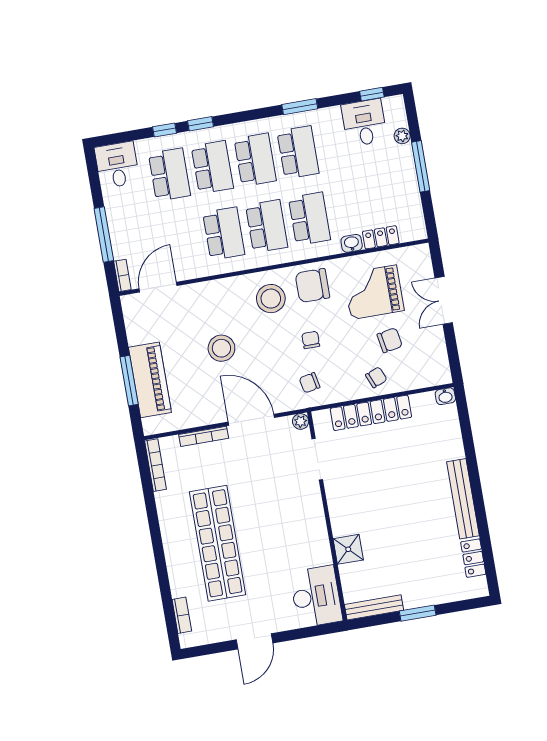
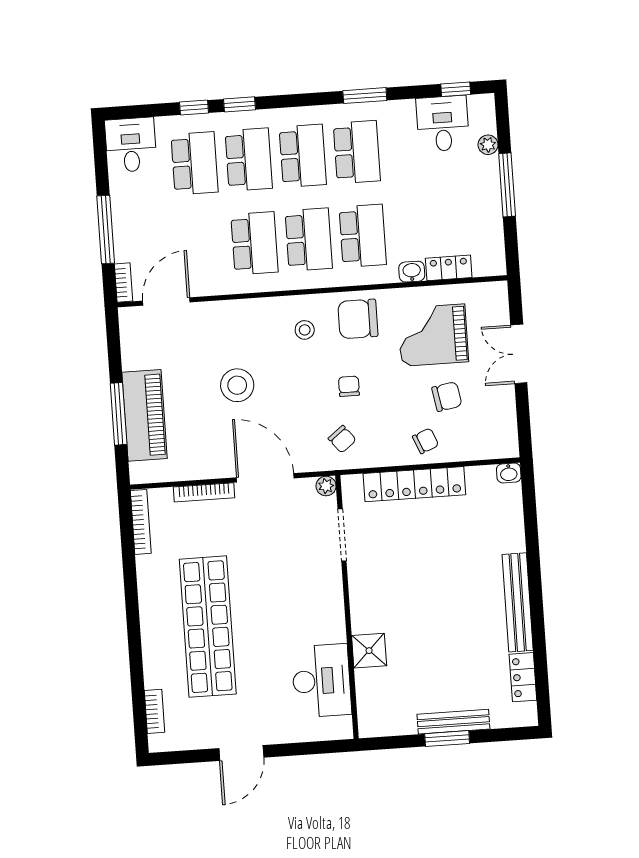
stool: (271, 299) -> (305, 330), width x0.53, depth x0.53
chair: (310, 383) -> (342, 439), turned -117
desk: (316, 596) -> (321, 681), moved
bench: (374, 607) -> (453, 722), moved

